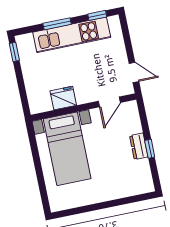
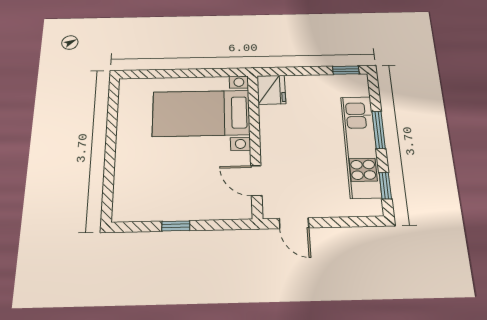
door: (134, 72) -> (294, 223), hinge flipped
fridge: (63, 98) -> (271, 90), moved
dresser: (139, 146) -> (183, 211), removed

